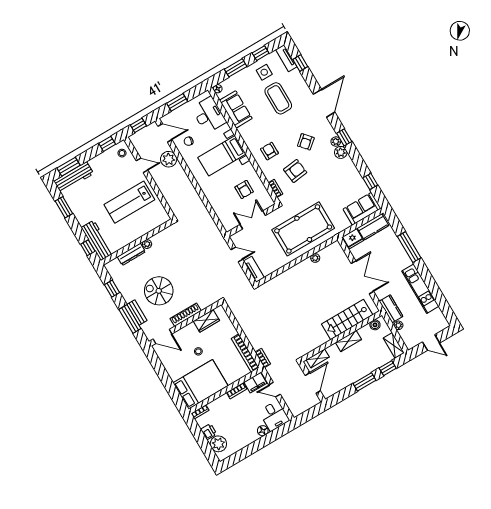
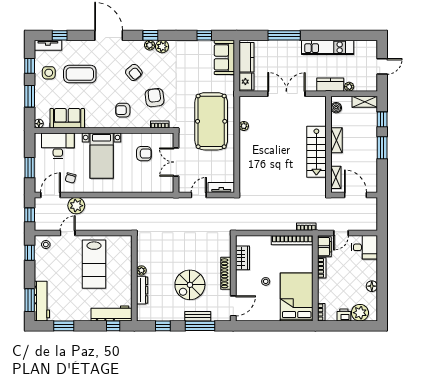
stairs: (347, 319) -> (316, 152), moved
floor lamp: (263, 431) -> (372, 286), moved

